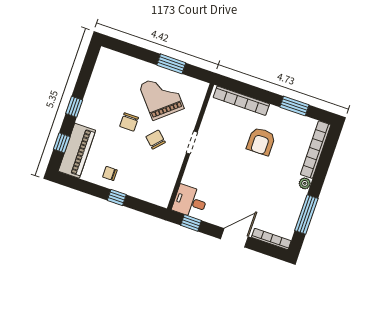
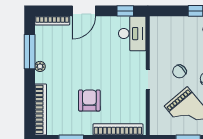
chair: (156, 140) -> (179, 71), turned 93
plant: (305, 183) -> (40, 66), moved
desk: (190, 202) -> (132, 34), width x1.37

